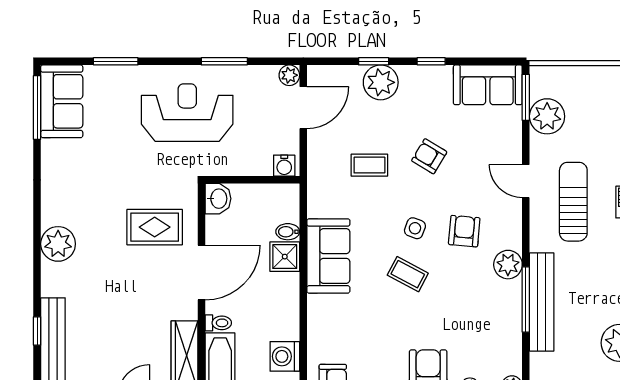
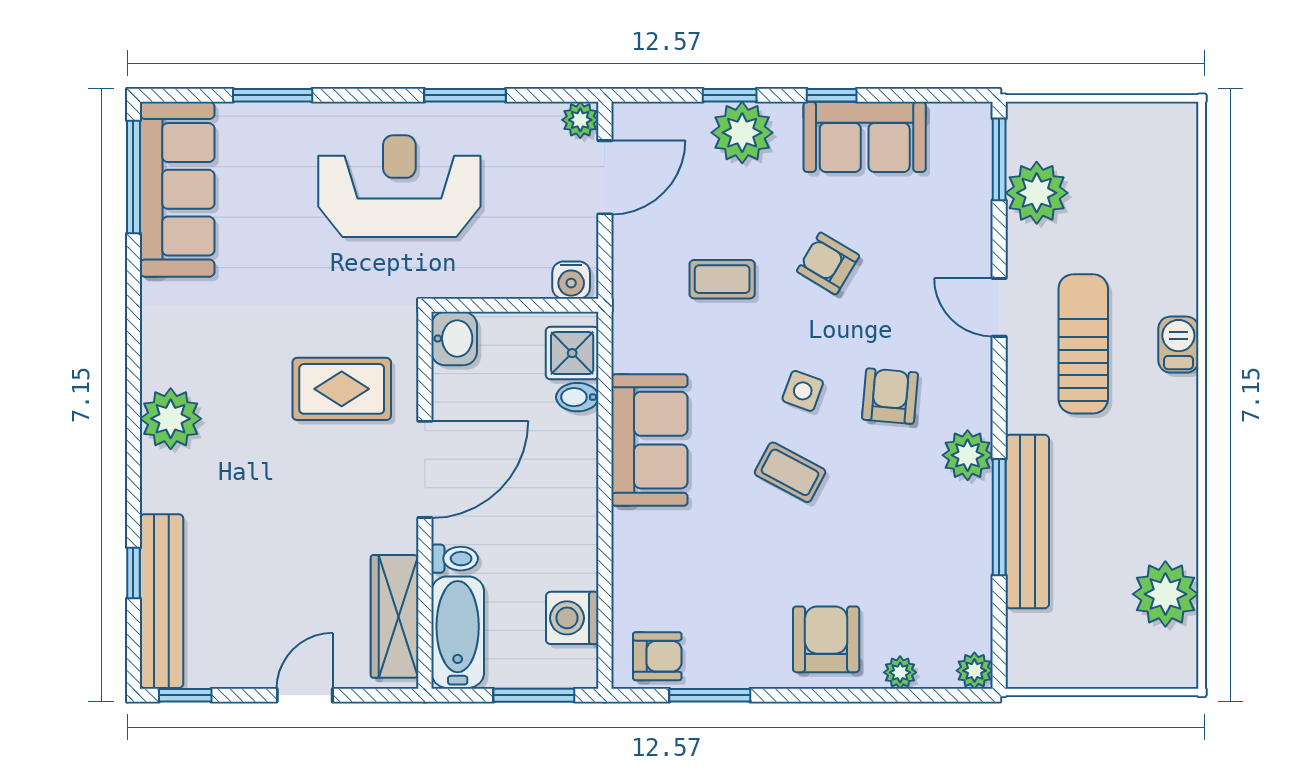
sofa: (488, 85) -> (865, 137), moved
sofa: (62, 101) -> (177, 189), width x1.36
shower: (285, 257) -> (572, 353), moved

